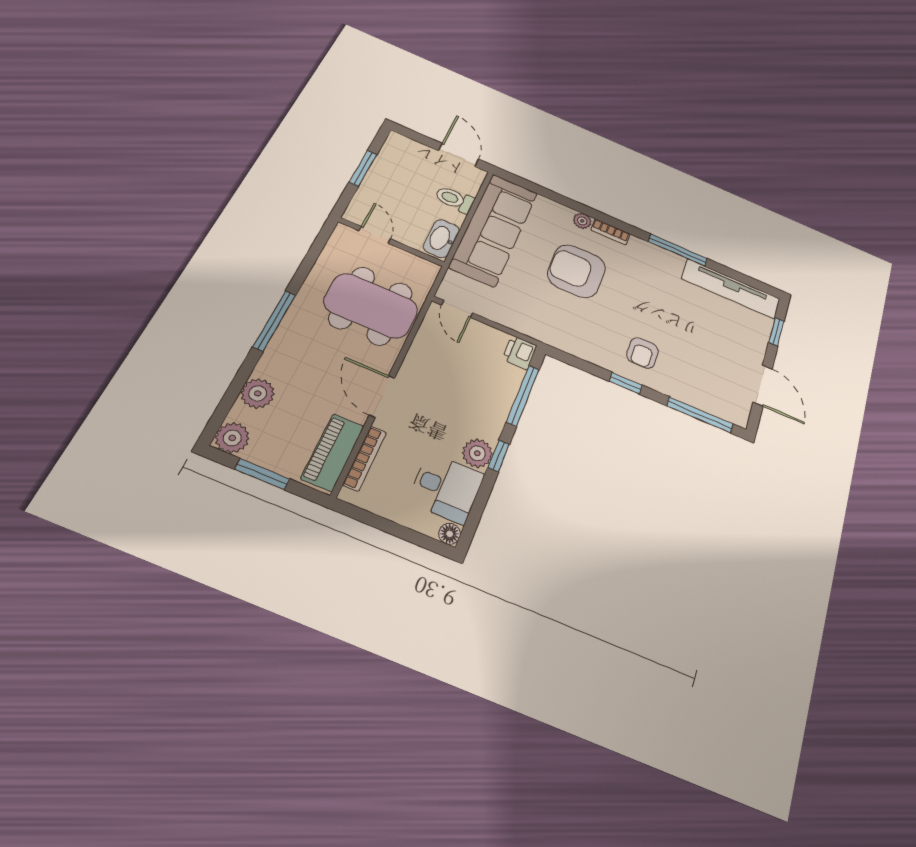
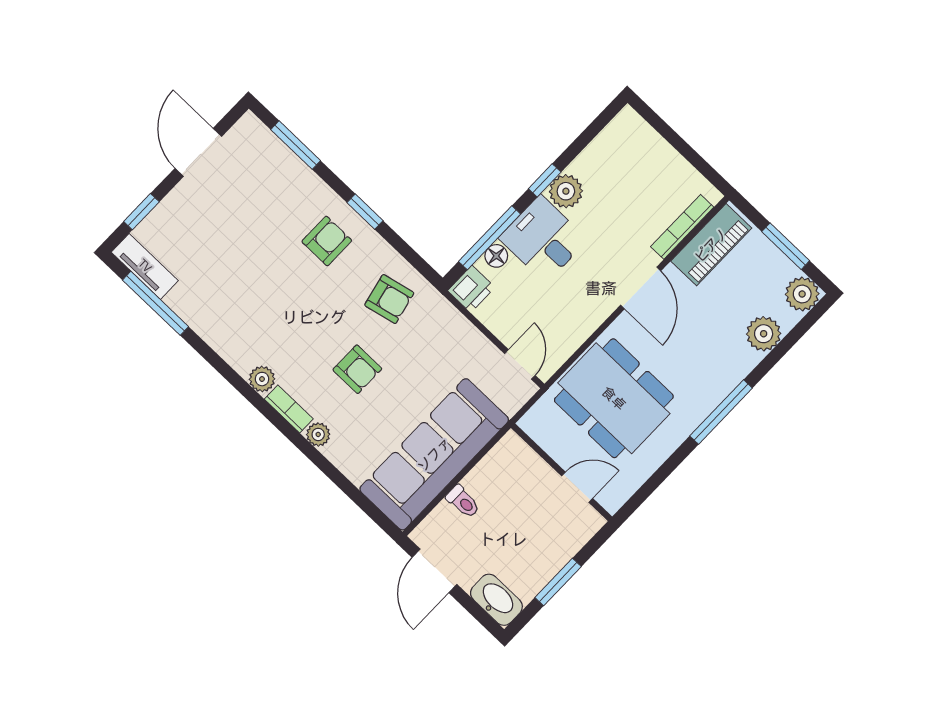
toilet: (455, 199) -> (463, 502), width x0.73, depth x0.72
door: (375, 235) -> (577, 487), swing flipped
washbasin: (441, 239) -> (496, 600), moved, turned -90
plant: (638, 246) -> (262, 379), added
window: (678, 250) -> (155, 303), moved
armchair: (577, 271) -> (357, 369), width x0.53, depth x0.53
tv unit: (731, 289) -> (145, 266), width x0.52, depth x0.78
armchair: (577, 326) -> (389, 299), added
window: (700, 415) -> (296, 145), width x0.69
desk: (446, 488) -> (543, 239), moved
floor lamp: (450, 534) -> (496, 256), moved

